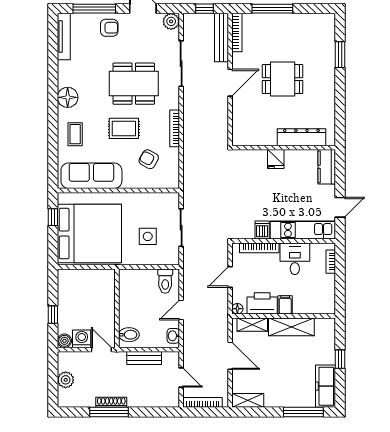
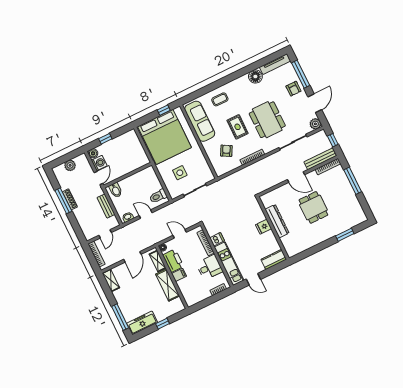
floor lamp: (68, 97) -> (255, 76), moved
dresser: (301, 137) -> (277, 221), moved

